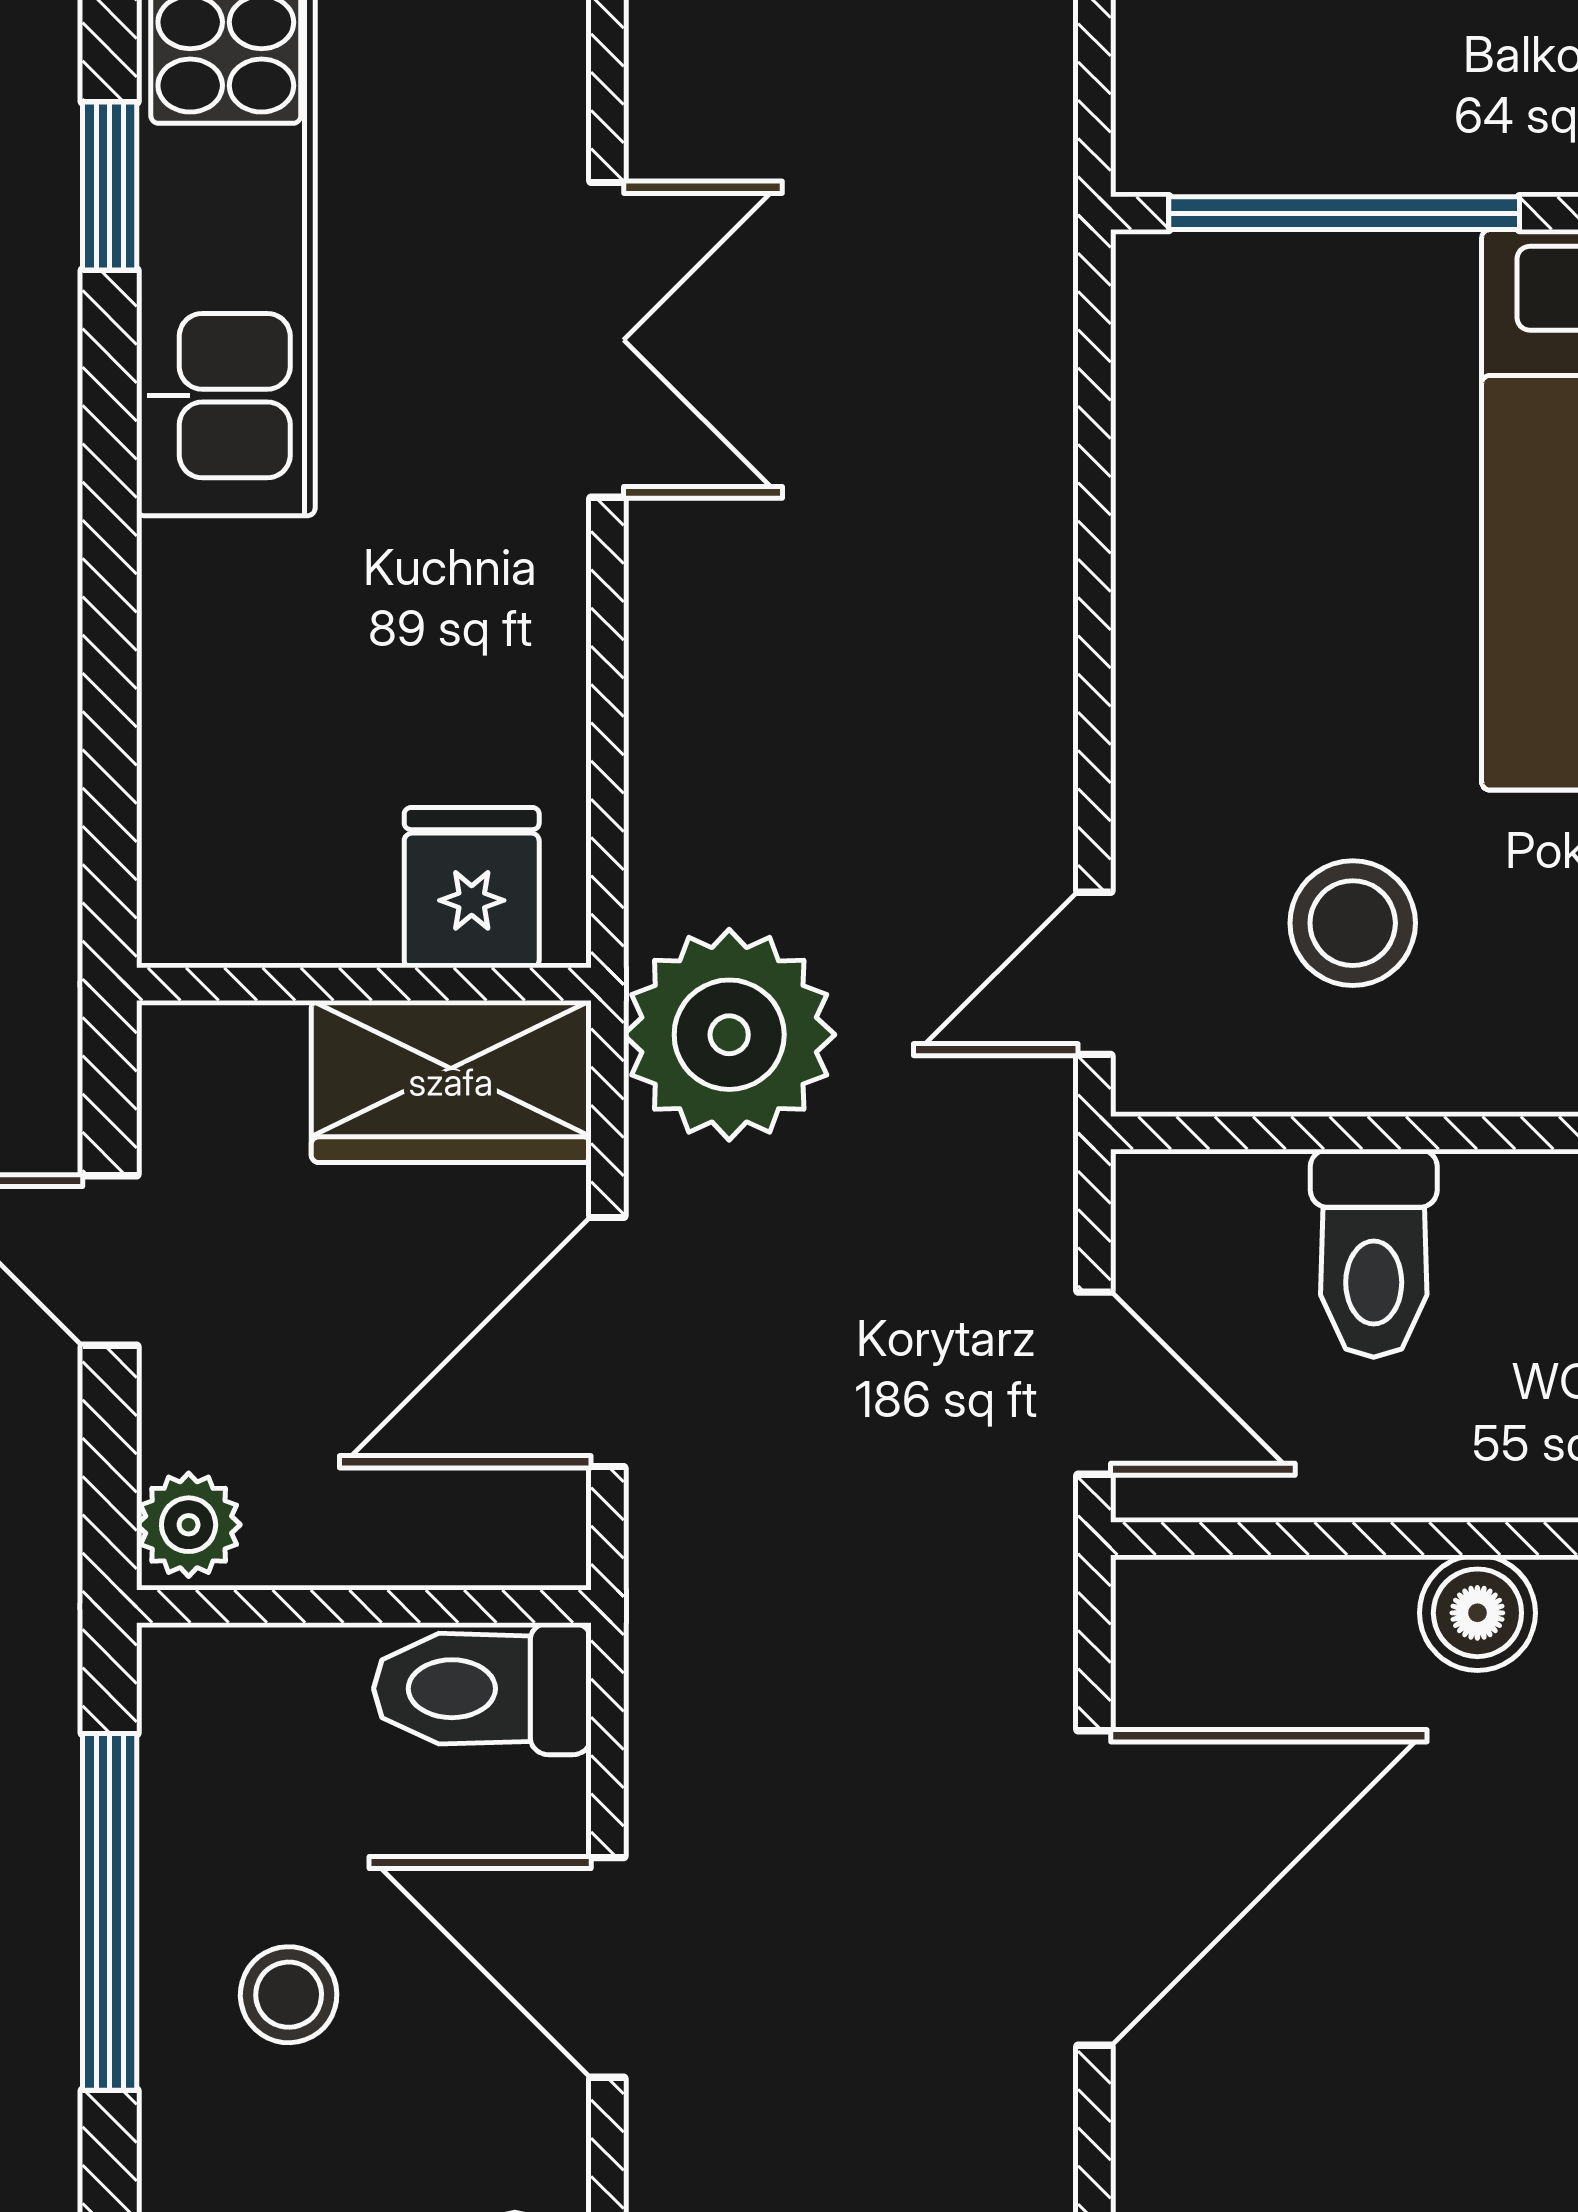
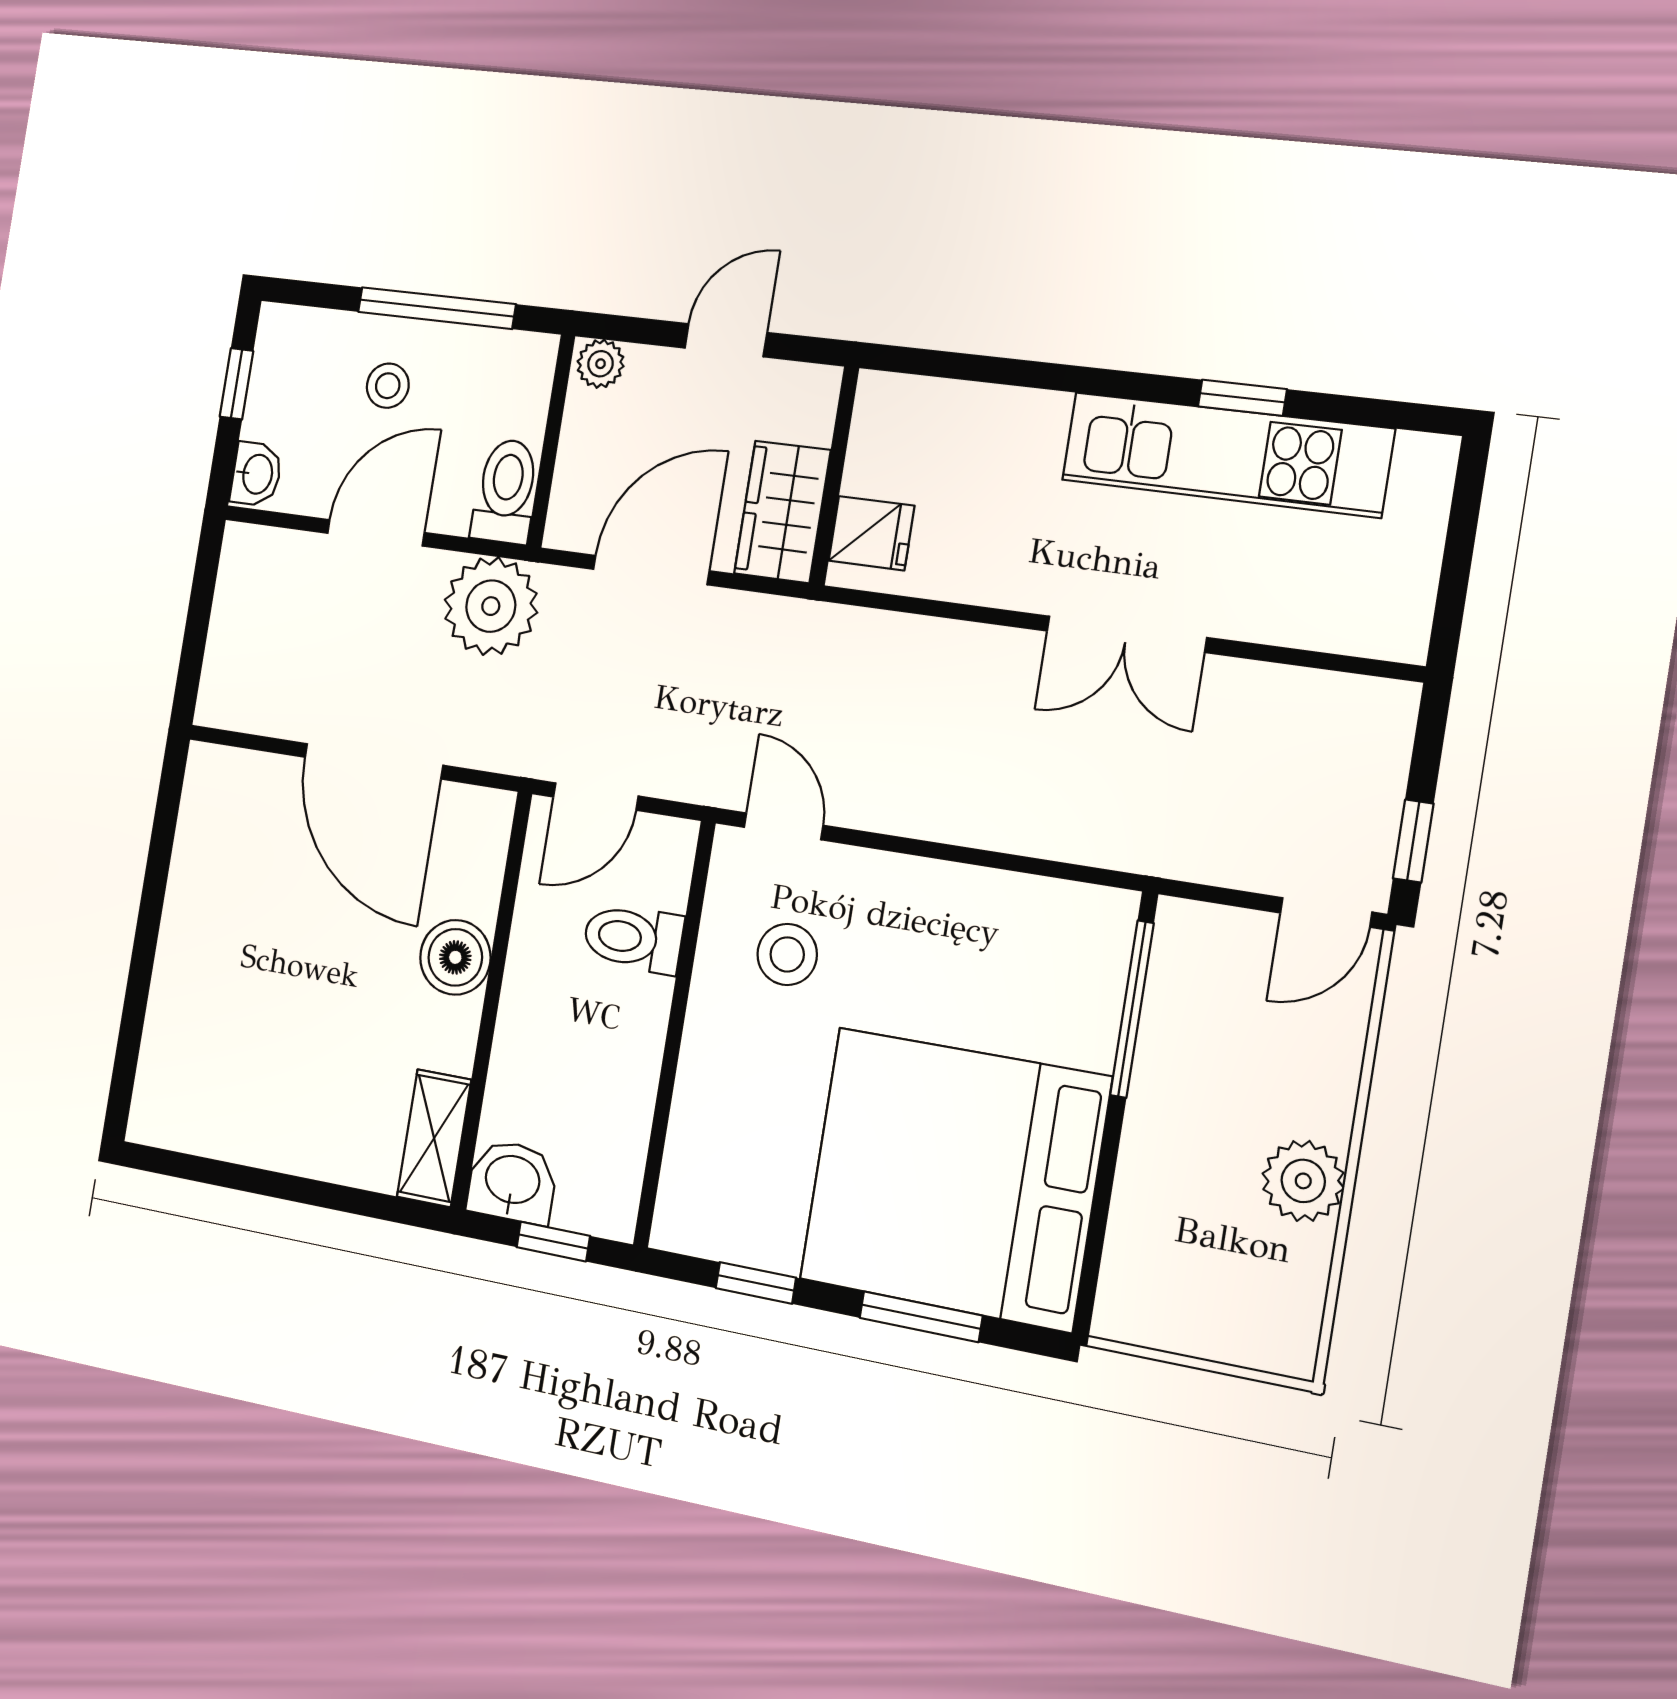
plant: (729, 1035) -> (491, 606), moved
door: (607, 1342) -> (651, 570), hinge flipped
boiler: (1477, 1613) -> (455, 957), width x1.36, depth x1.36

